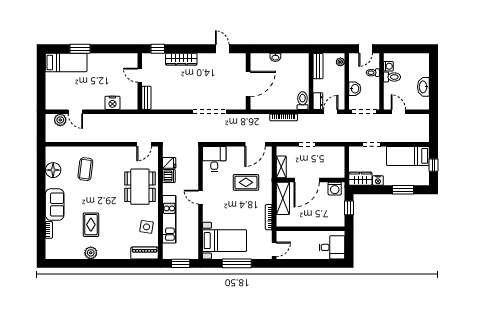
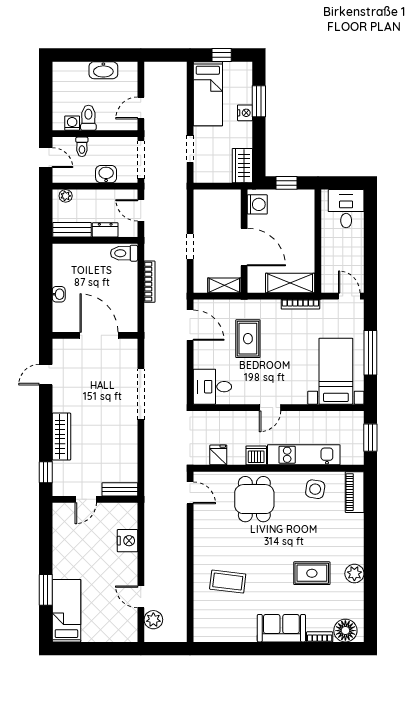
dresser: (318, 101) -> (105, 230), moved
door: (75, 112) -> (141, 597), swing flipped
floor lamp: (53, 170) -> (345, 631), moved
dishwasher: (169, 176) -> (256, 455), moved
nightstand: (378, 181) -> (245, 113), moved
dining table: (140, 187) -> (254, 499), width x0.73
shelving: (283, 198) -> (290, 283), moved

